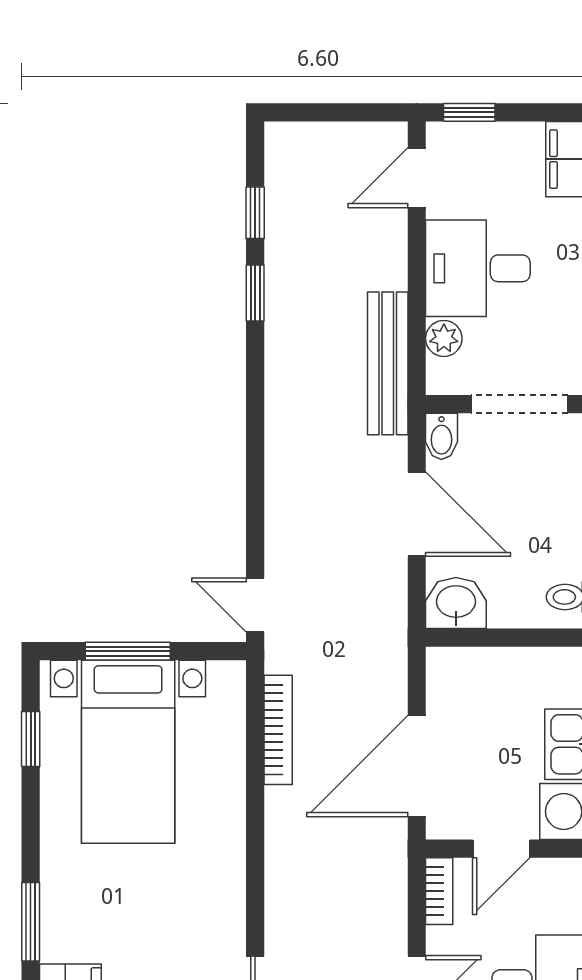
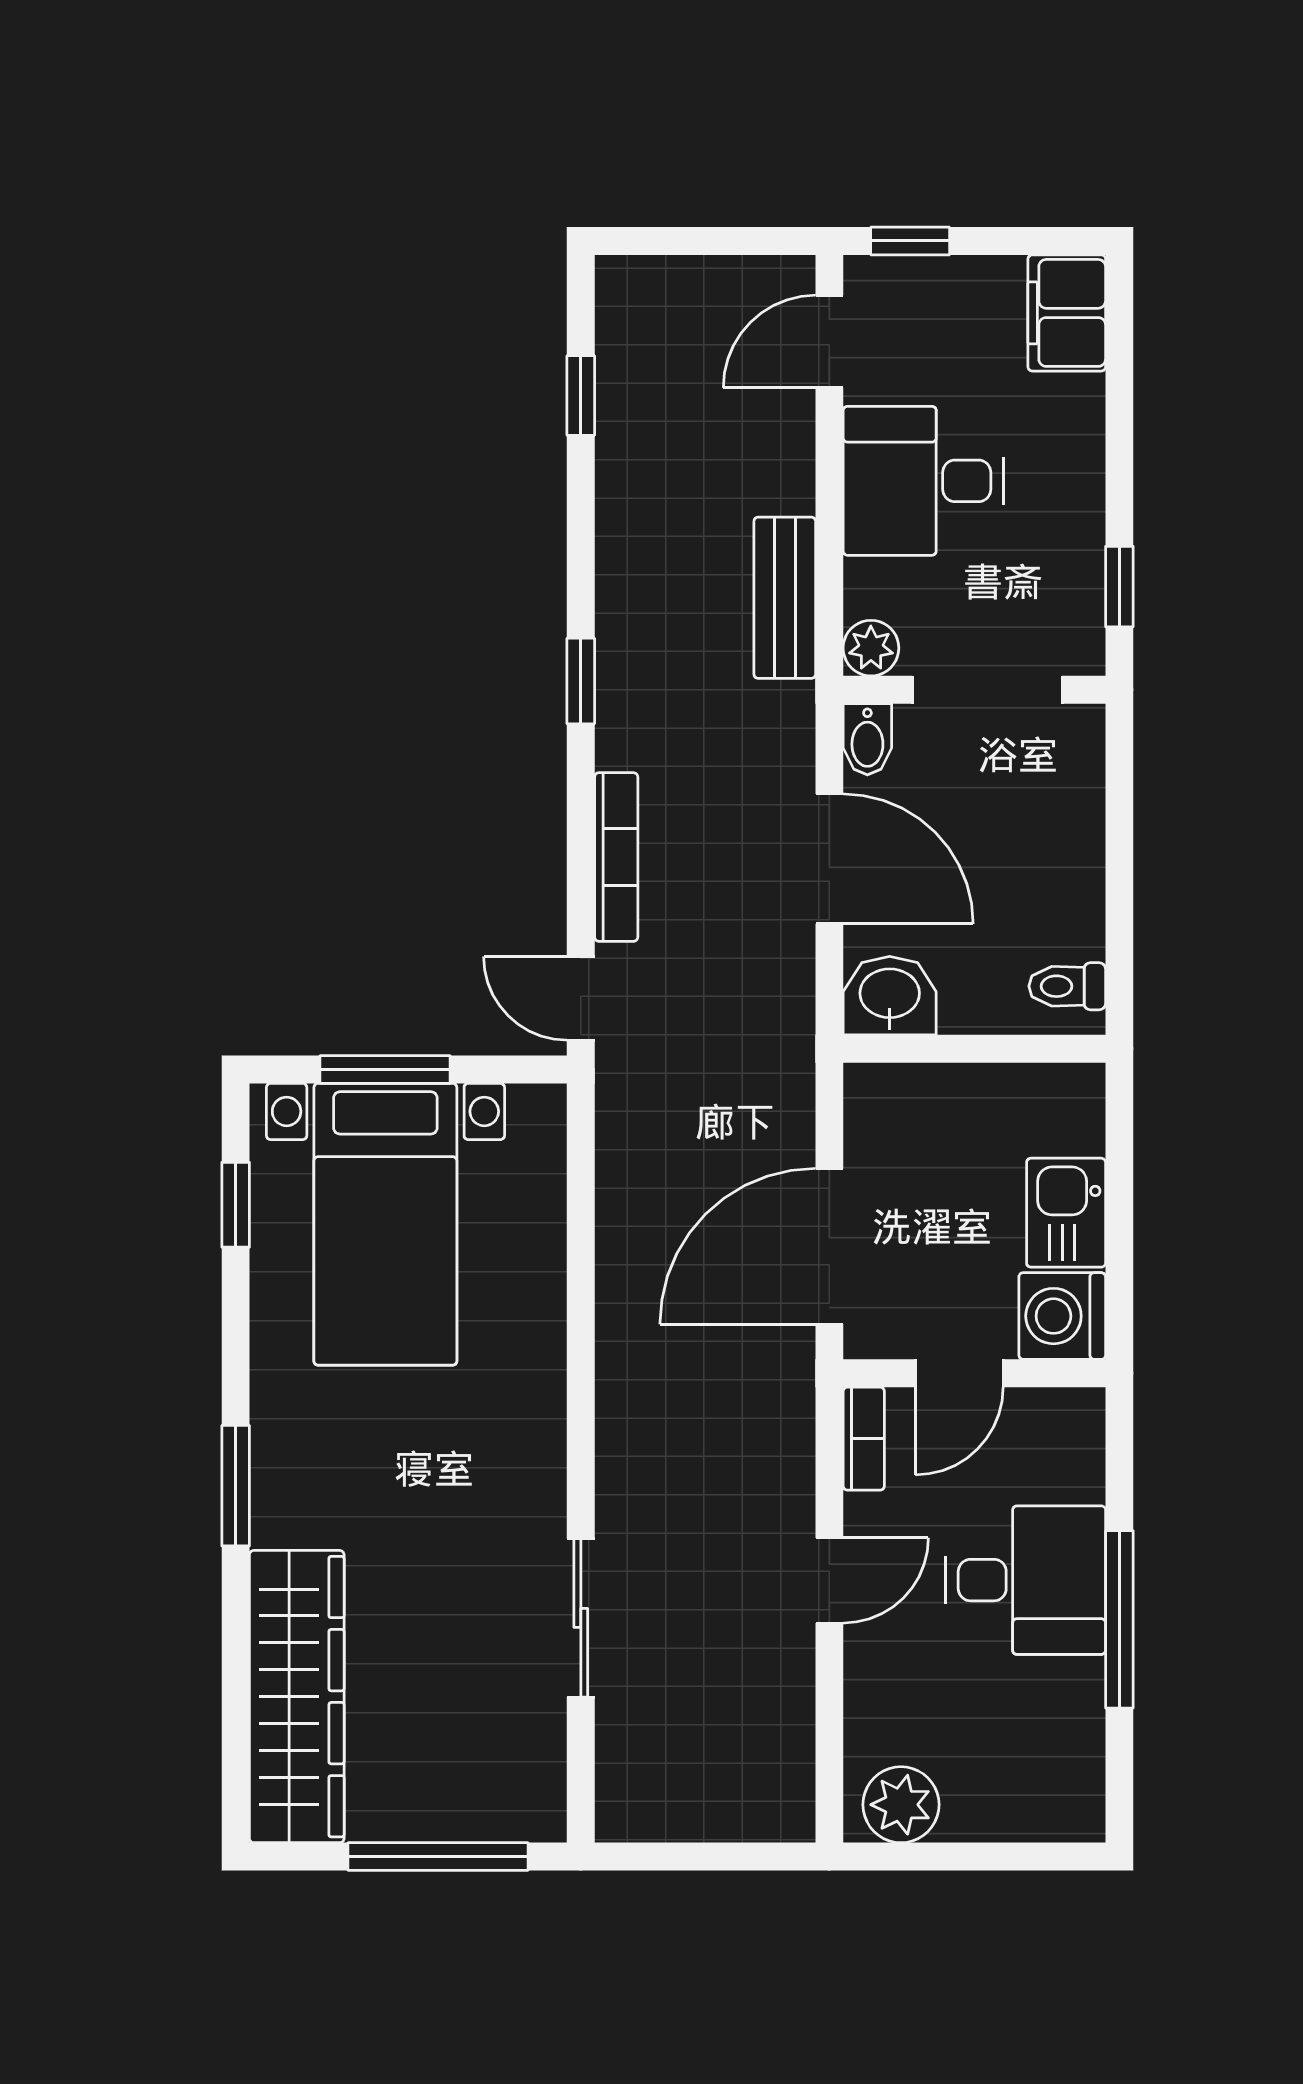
window: (255, 293) -> (581, 681), moved
plant: (444, 338) -> (871, 648), moved
bench: (388, 363) -> (785, 598), width x0.73
bookcase: (278, 730) -> (616, 857), moved

